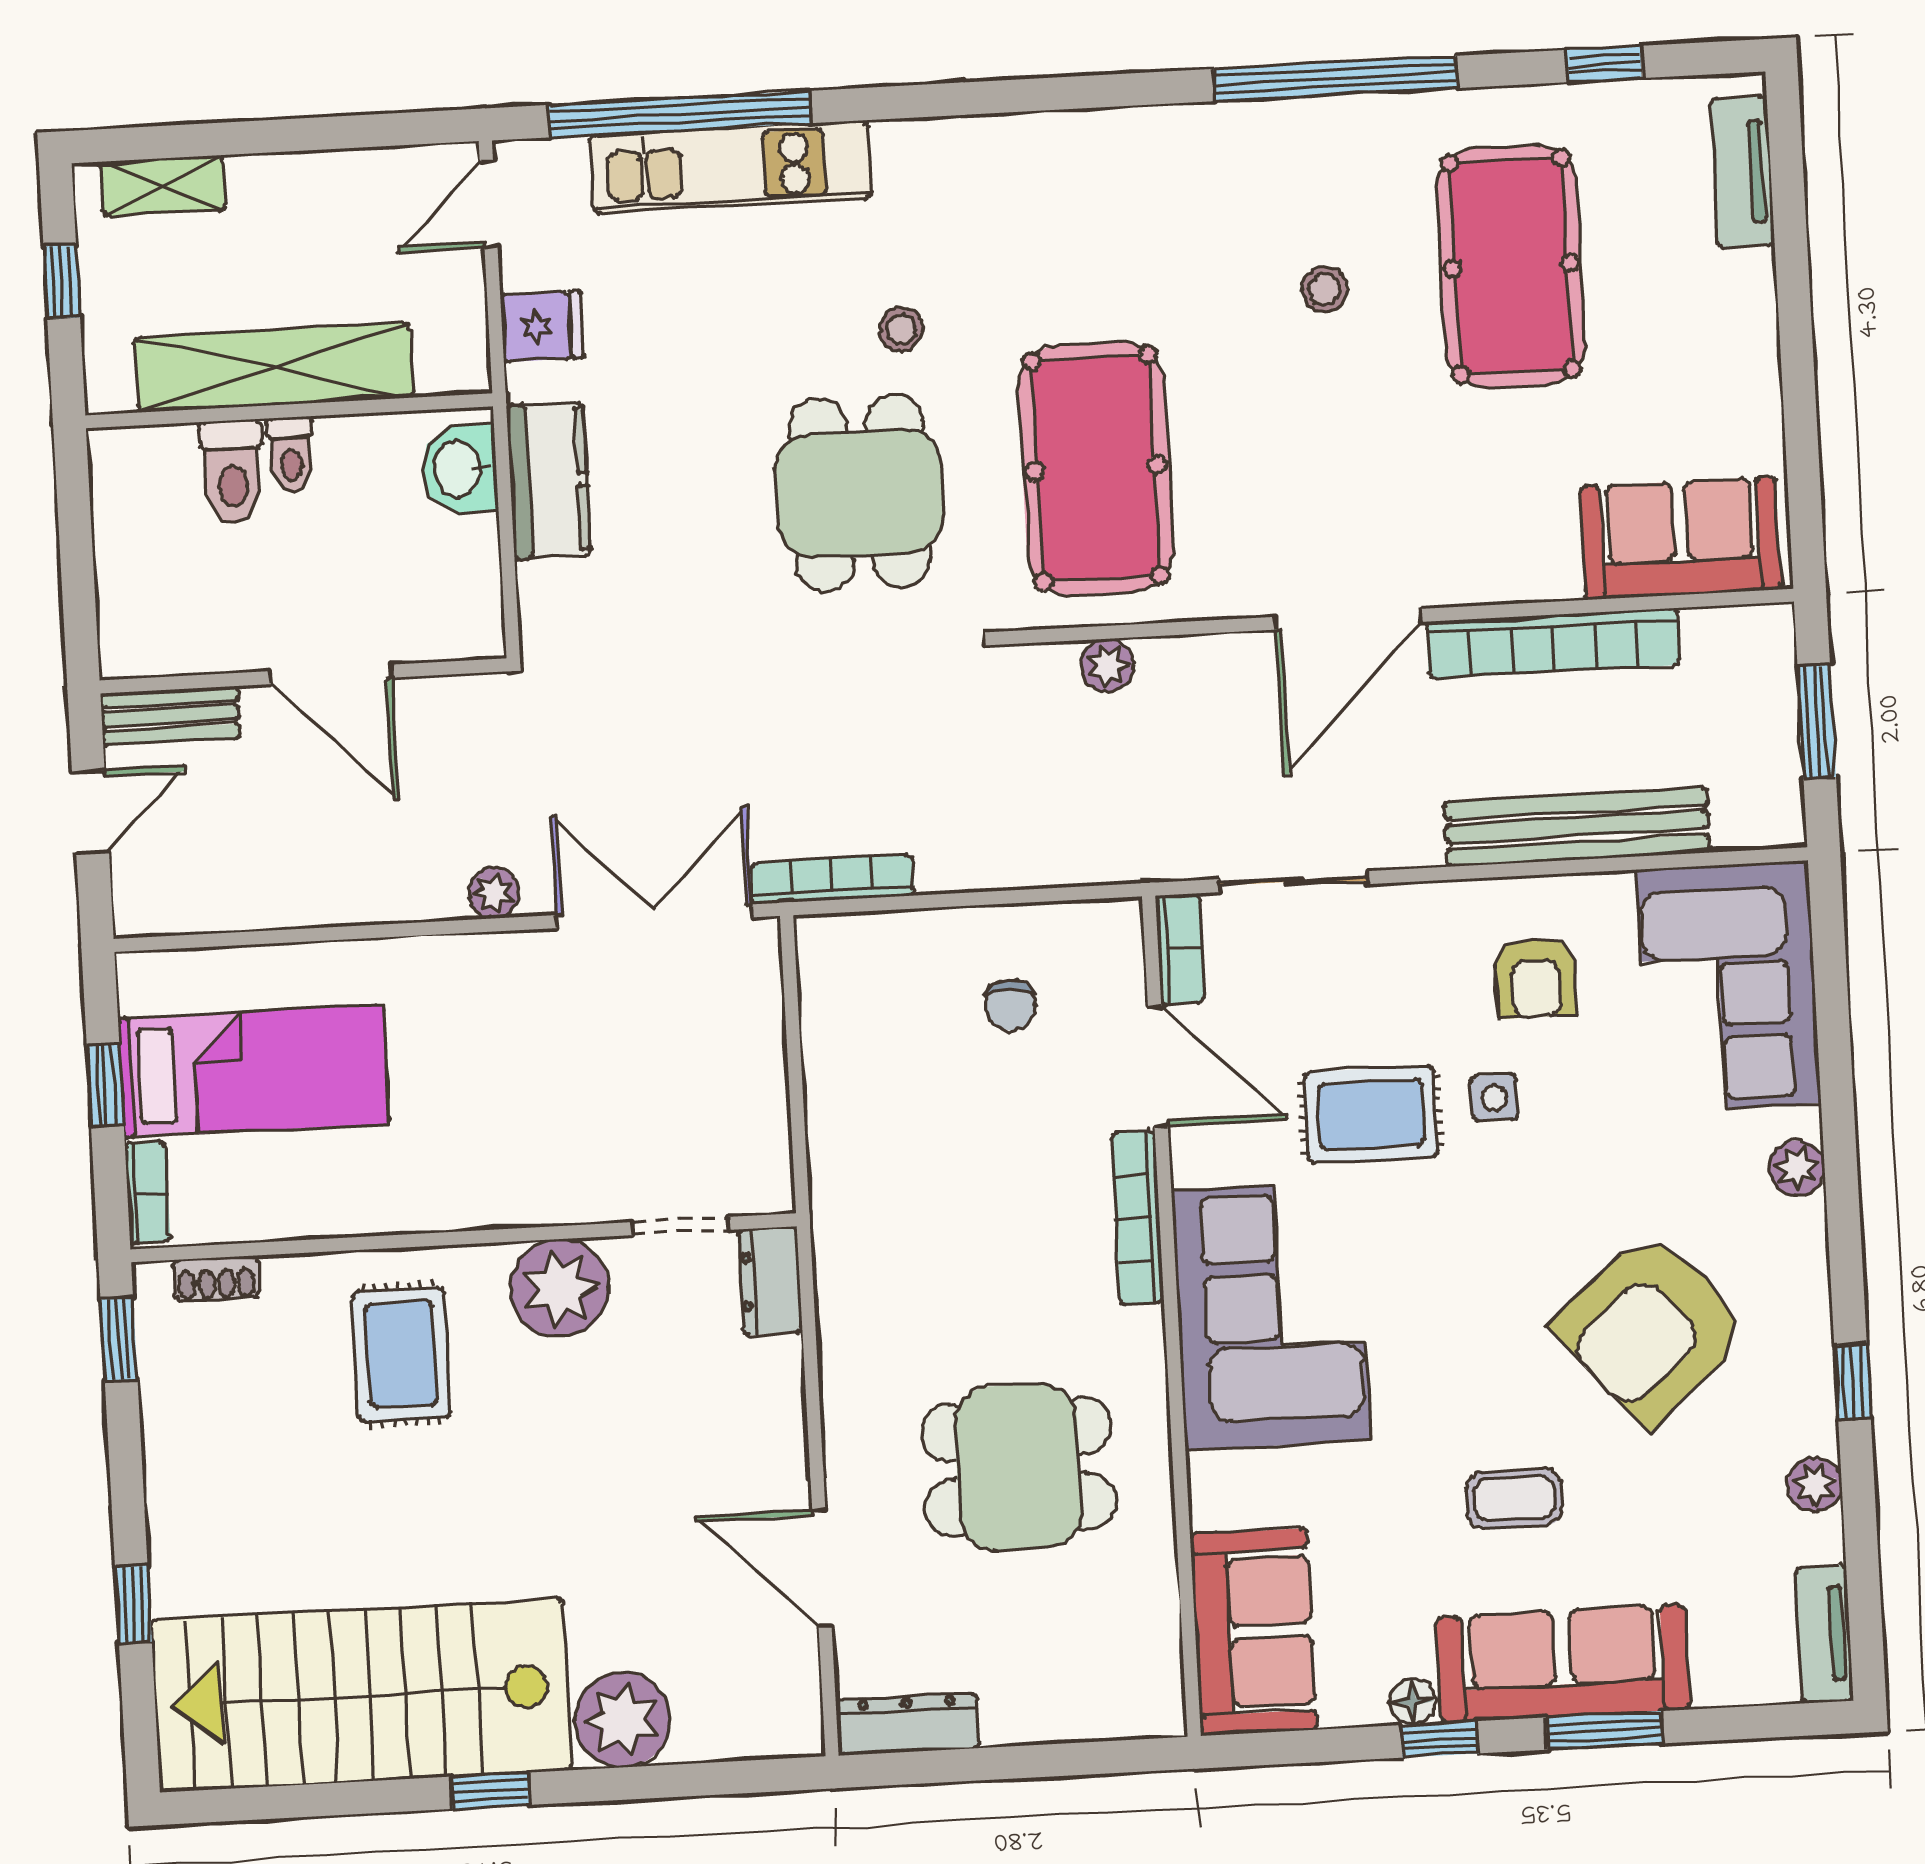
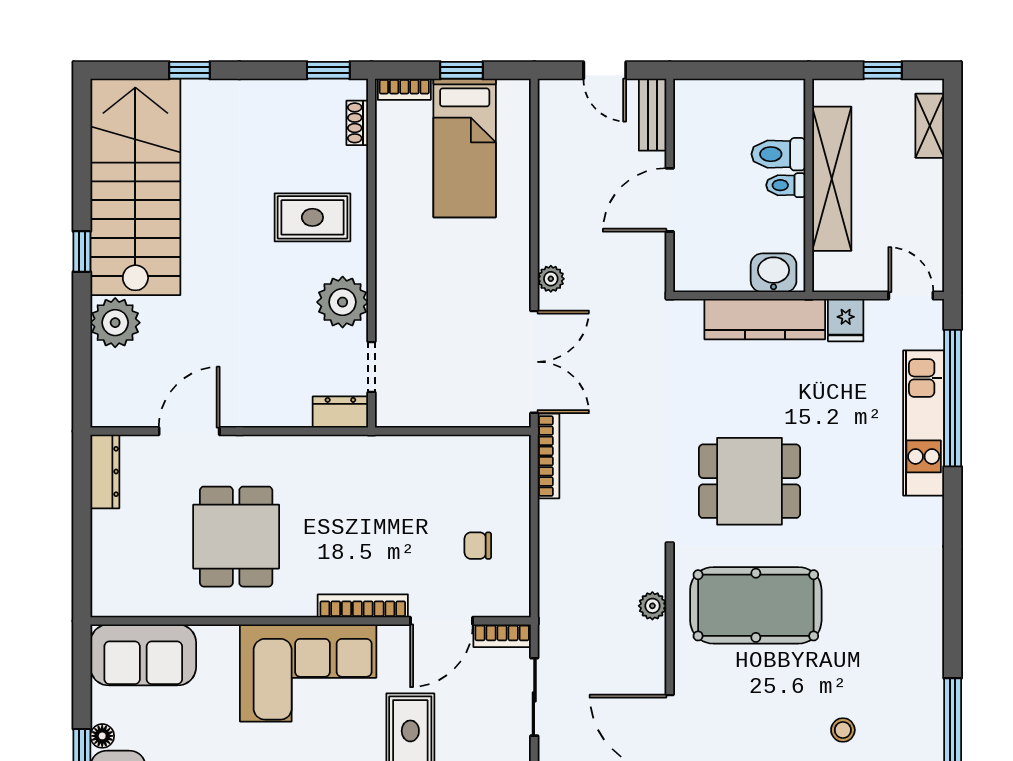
stool: (901, 329) -> (834, 508), removed
kitchen counter: (549, 481) -> (765, 319), width x1.50

